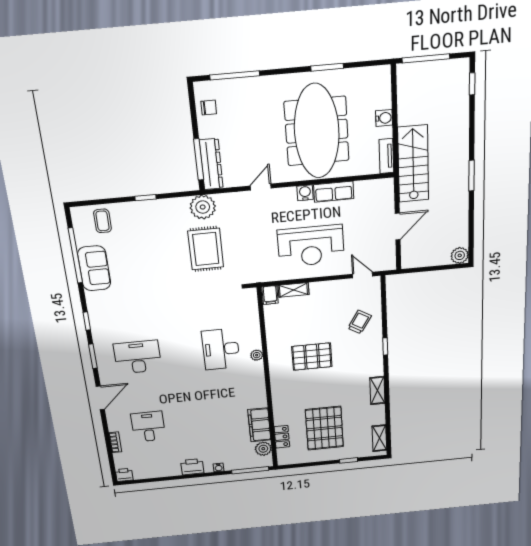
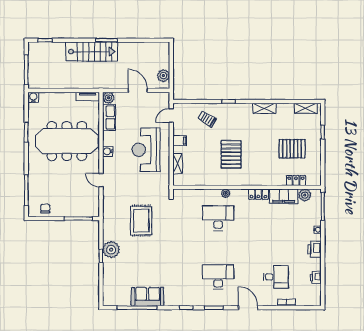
water cooler: (384, 118) -> (33, 97), moved
dresser: (211, 164) -> (82, 211), removed
stairs: (413, 164) -> (92, 52), moved, turned 180
plant: (385, 186) -> (108, 98), added
row of seats: (334, 192) -> (109, 117), moved
plant: (203, 207) -> (111, 250), moved
coffee table: (102, 221) -> (114, 286), removed
reception desk: (311, 246) -> (146, 150), turned 180
rug: (206, 249) -> (141, 221), turned 90
plant: (460, 255) -> (163, 76), moved
filing cabinet: (270, 295) -> (180, 141), moved
desk: (221, 349) -> (218, 218), turned 180
desk: (138, 357) -> (218, 277), turned 90
locker: (259, 395) -> (258, 194), added
desk: (148, 427) -> (276, 277), turned 180
pallet: (324, 428) -> (292, 149), width x0.73, depth x0.71
printer: (124, 475) -> (316, 277), moved

